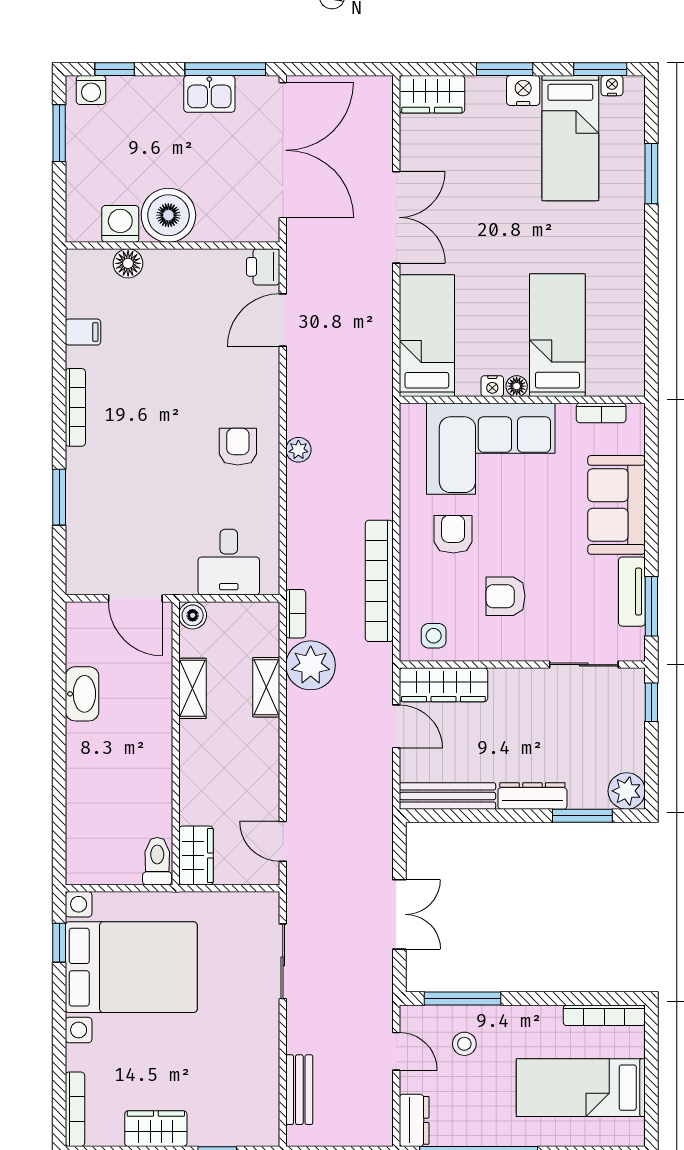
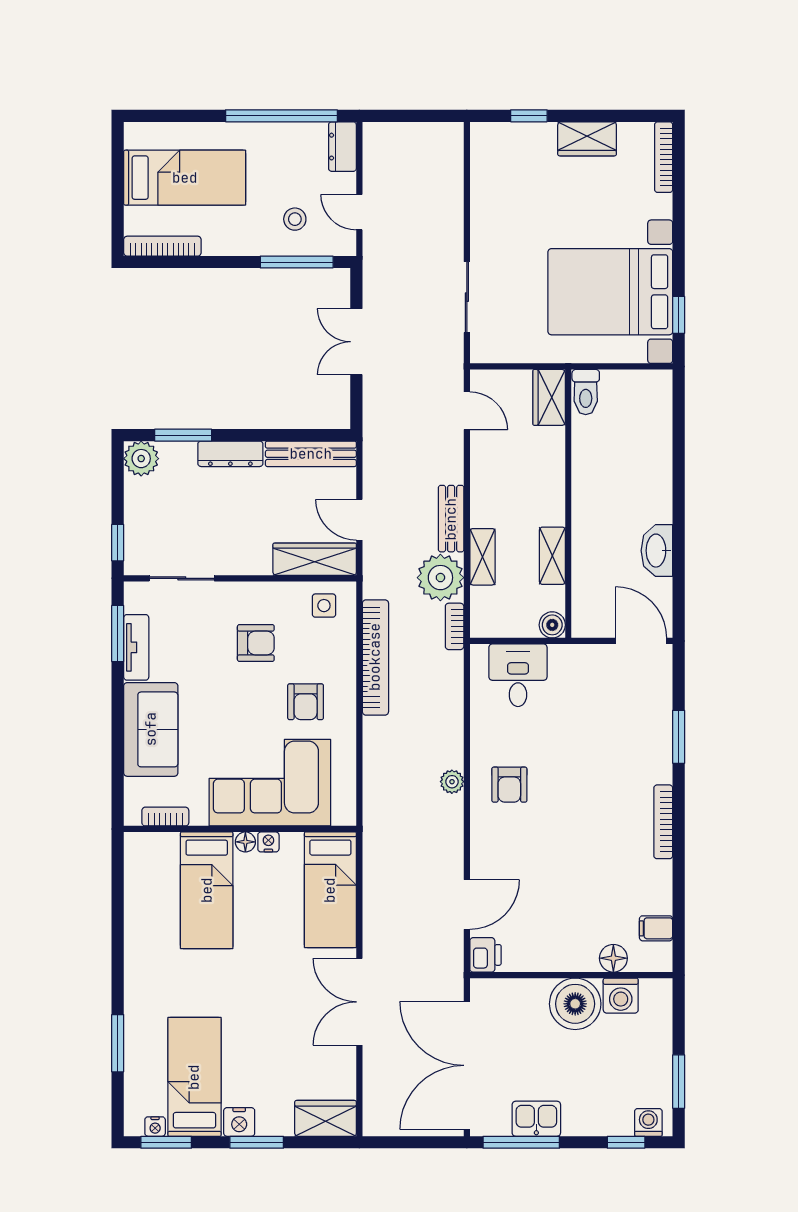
filing cabinet: (83, 332) -> (656, 928), moved
door: (135, 598) -> (641, 641), moved
bench: (299, 1090) -> (451, 519), moved

